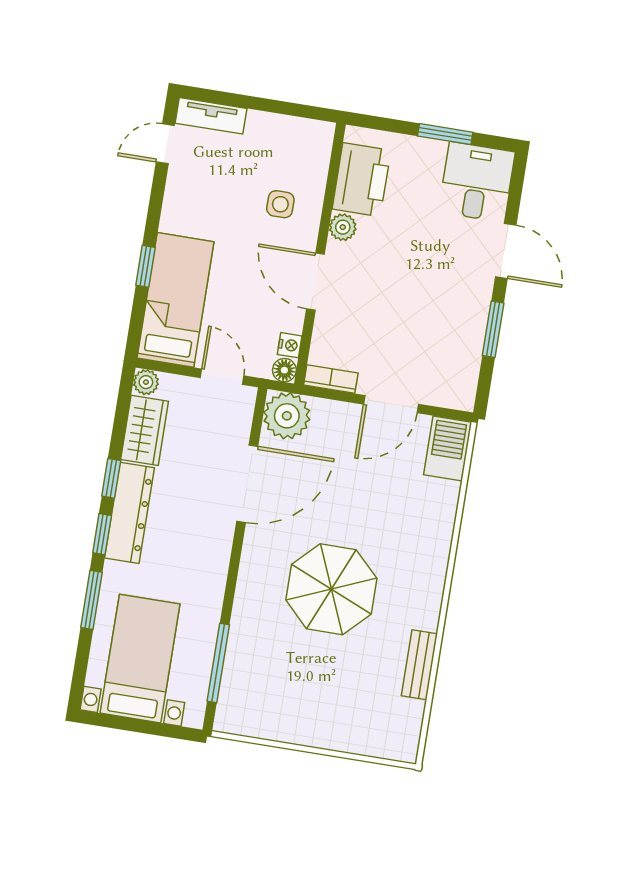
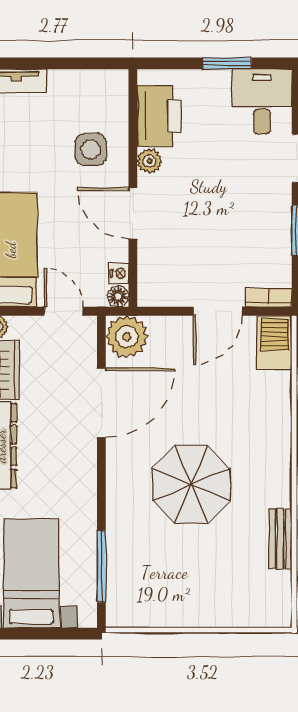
side table: (280, 204) -> (91, 149), width x1.37, depth x1.37
bookcase: (331, 379) -> (269, 298), moved

